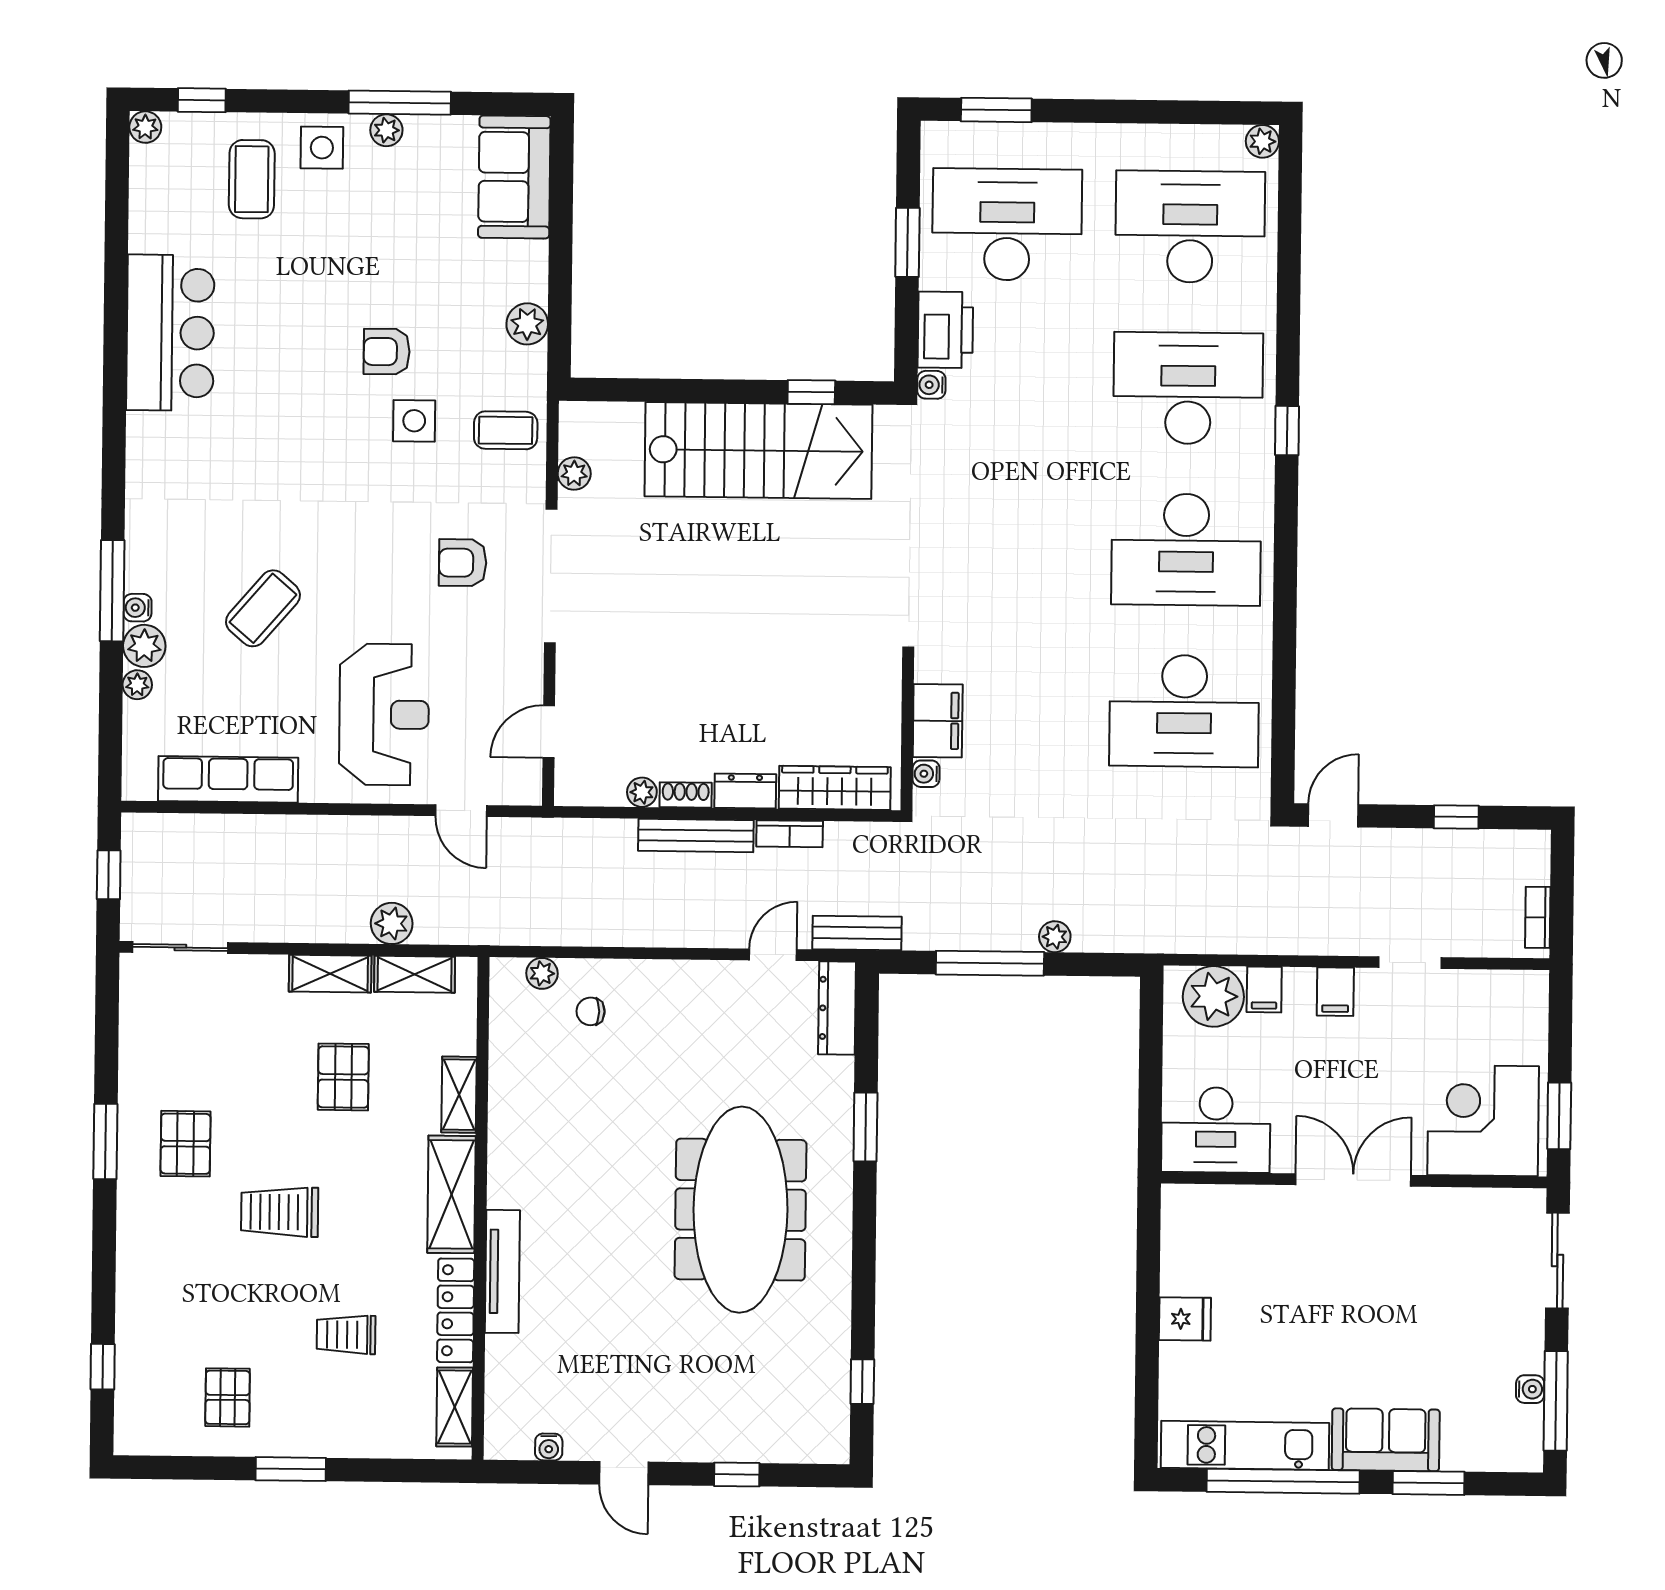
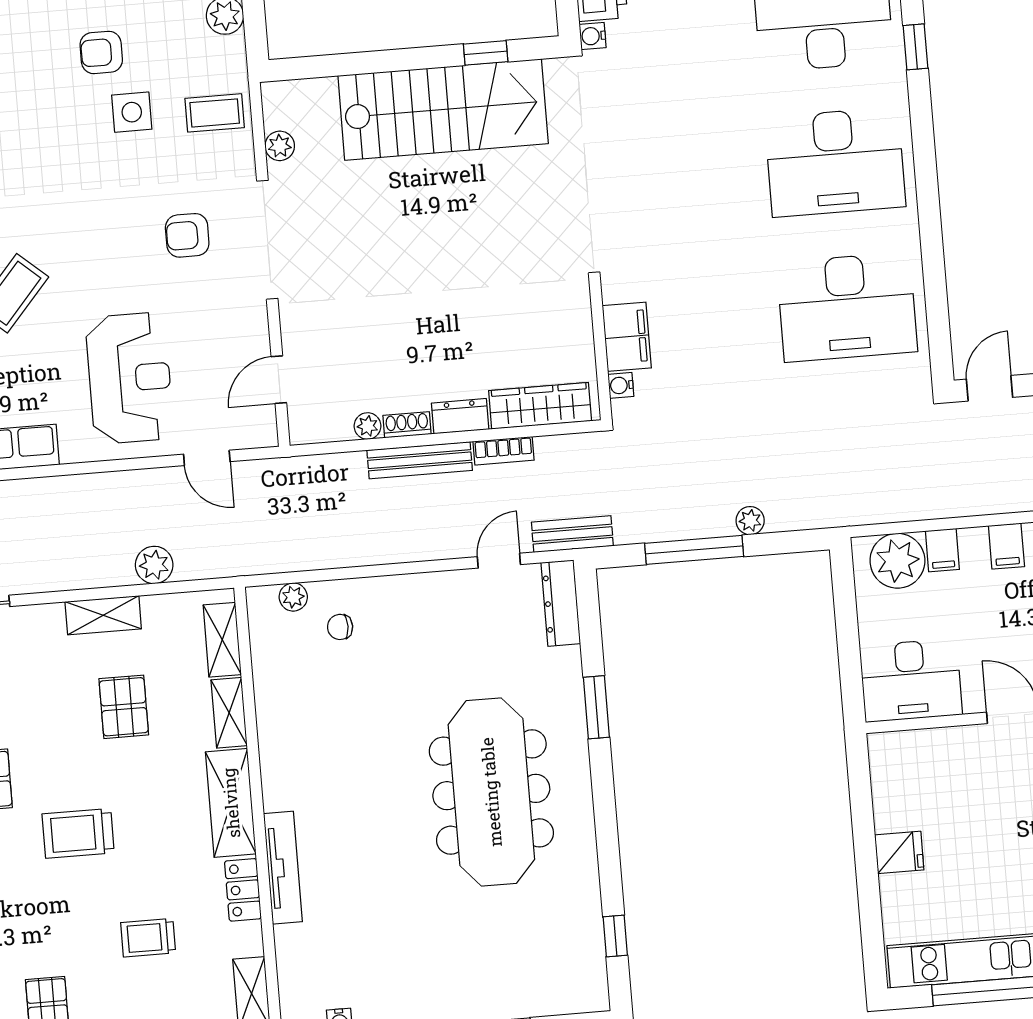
shelving: (415, 974) -> (222, 640), moved, turned 90
locker: (456, 1310) -> (243, 890), width x0.66

